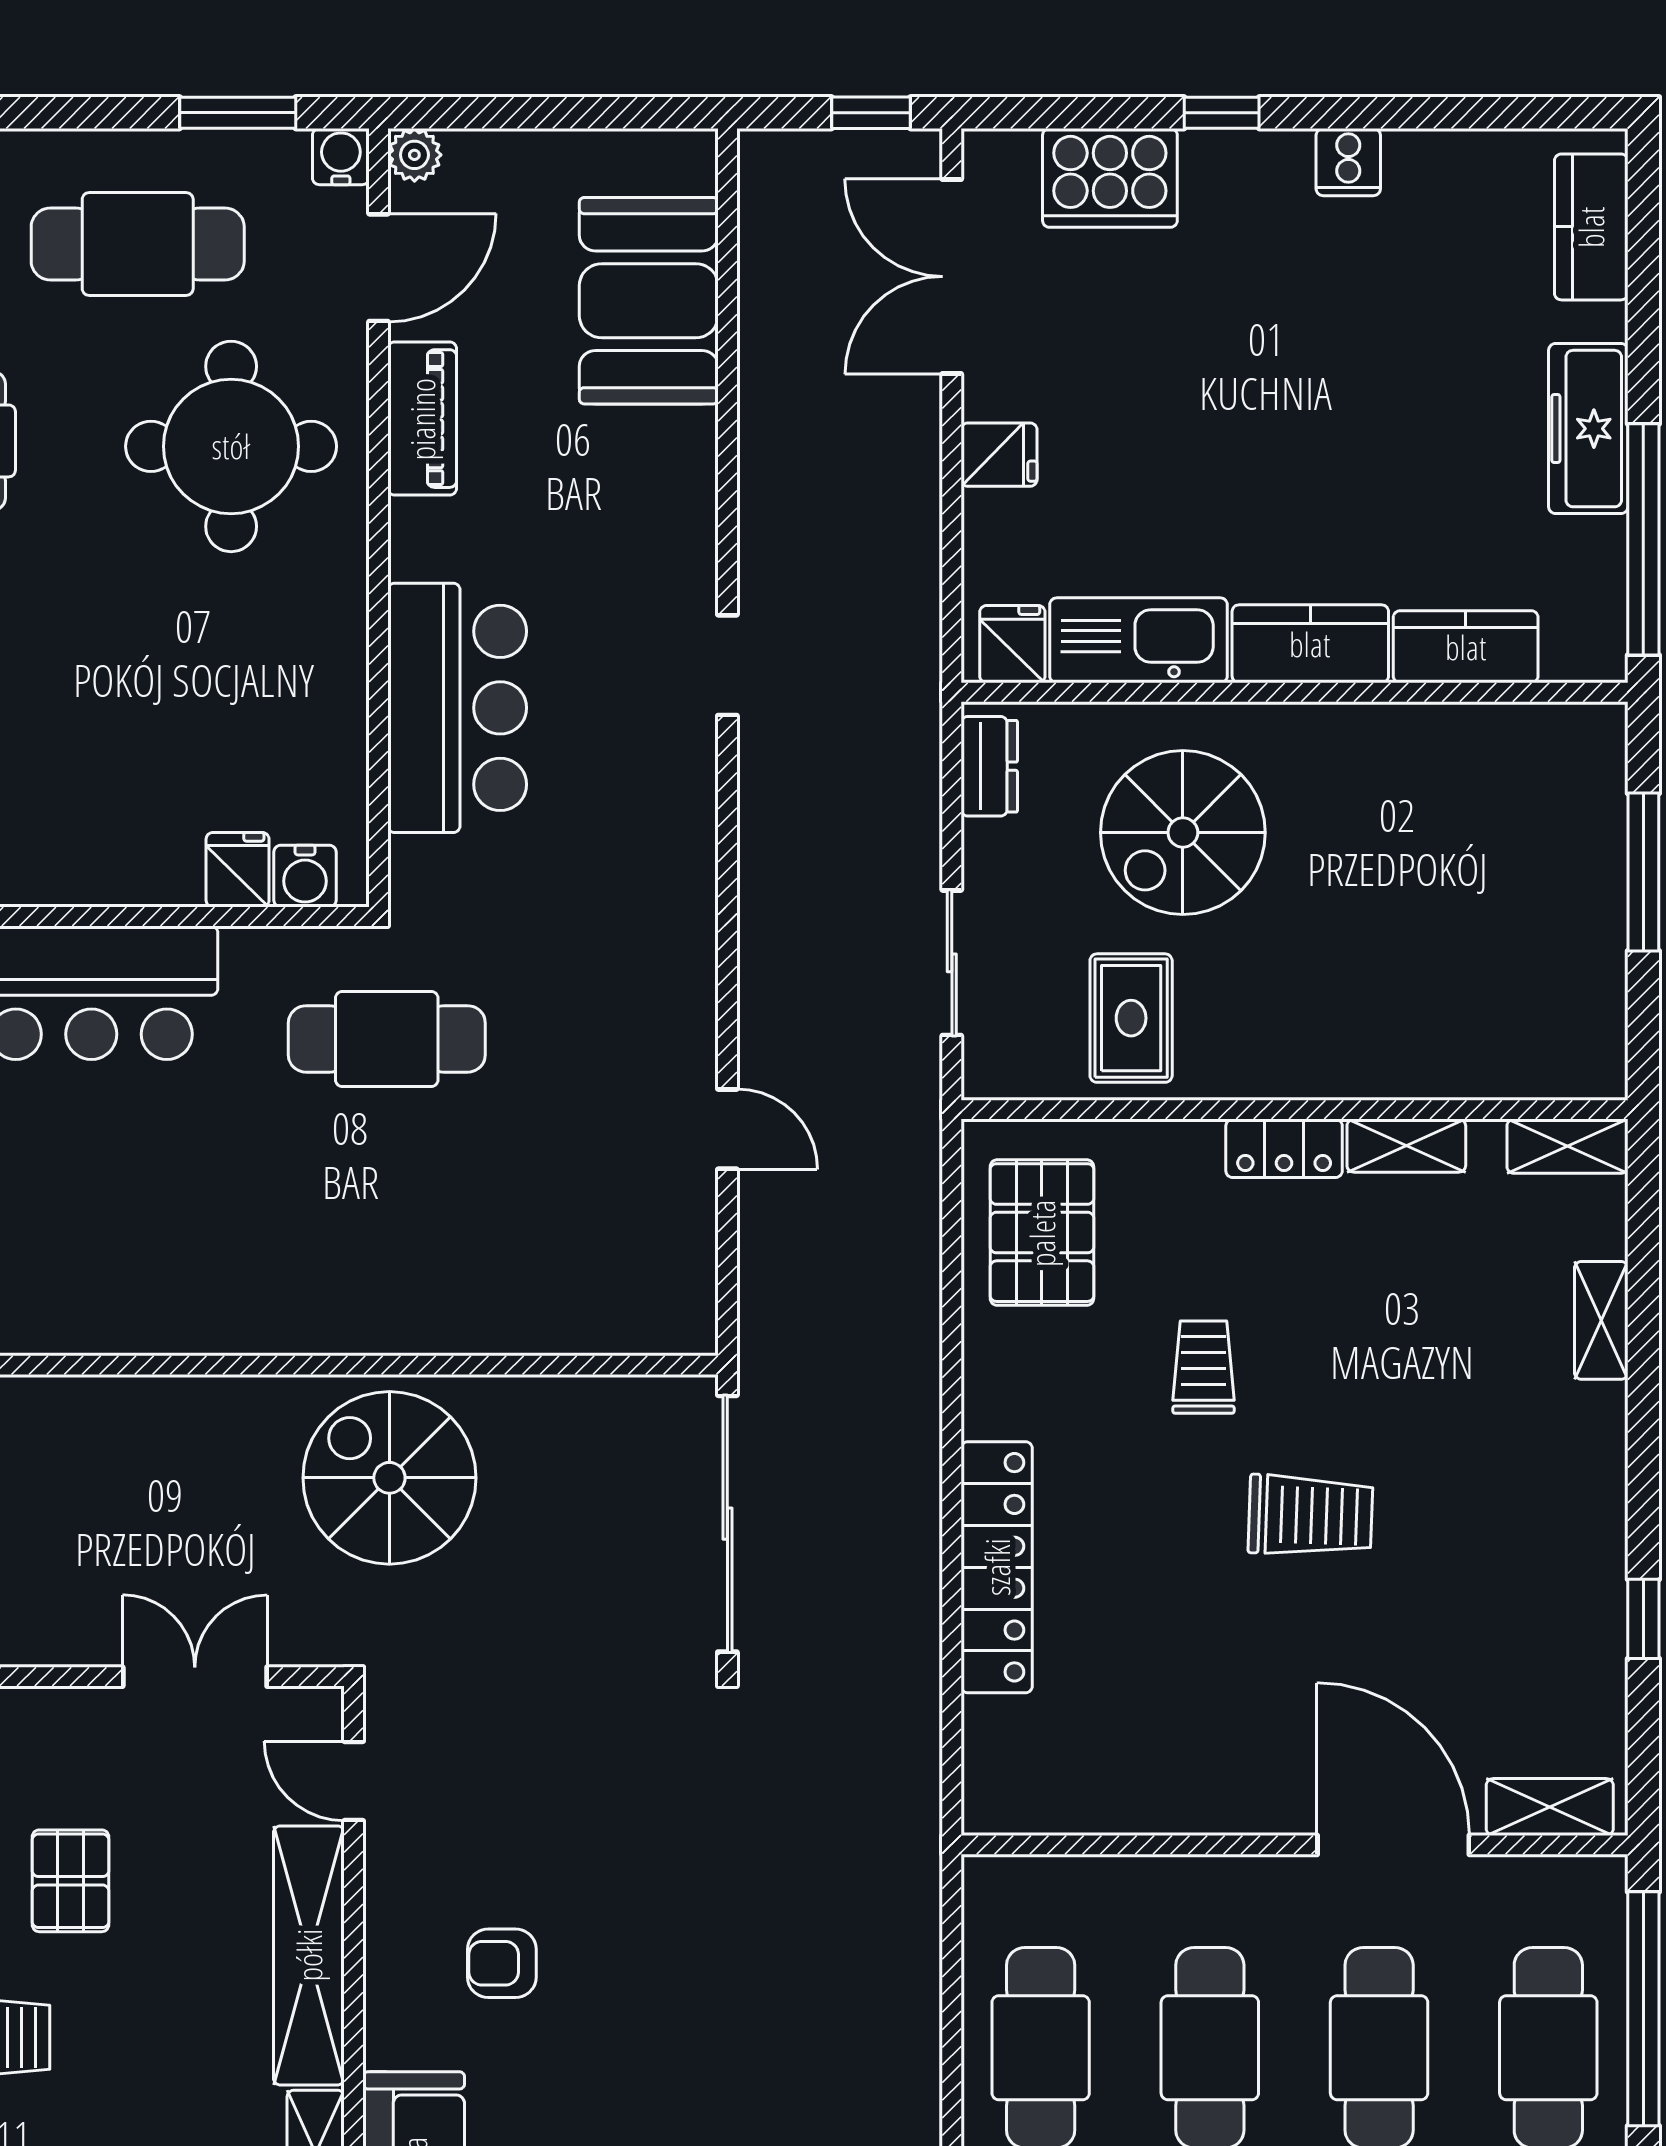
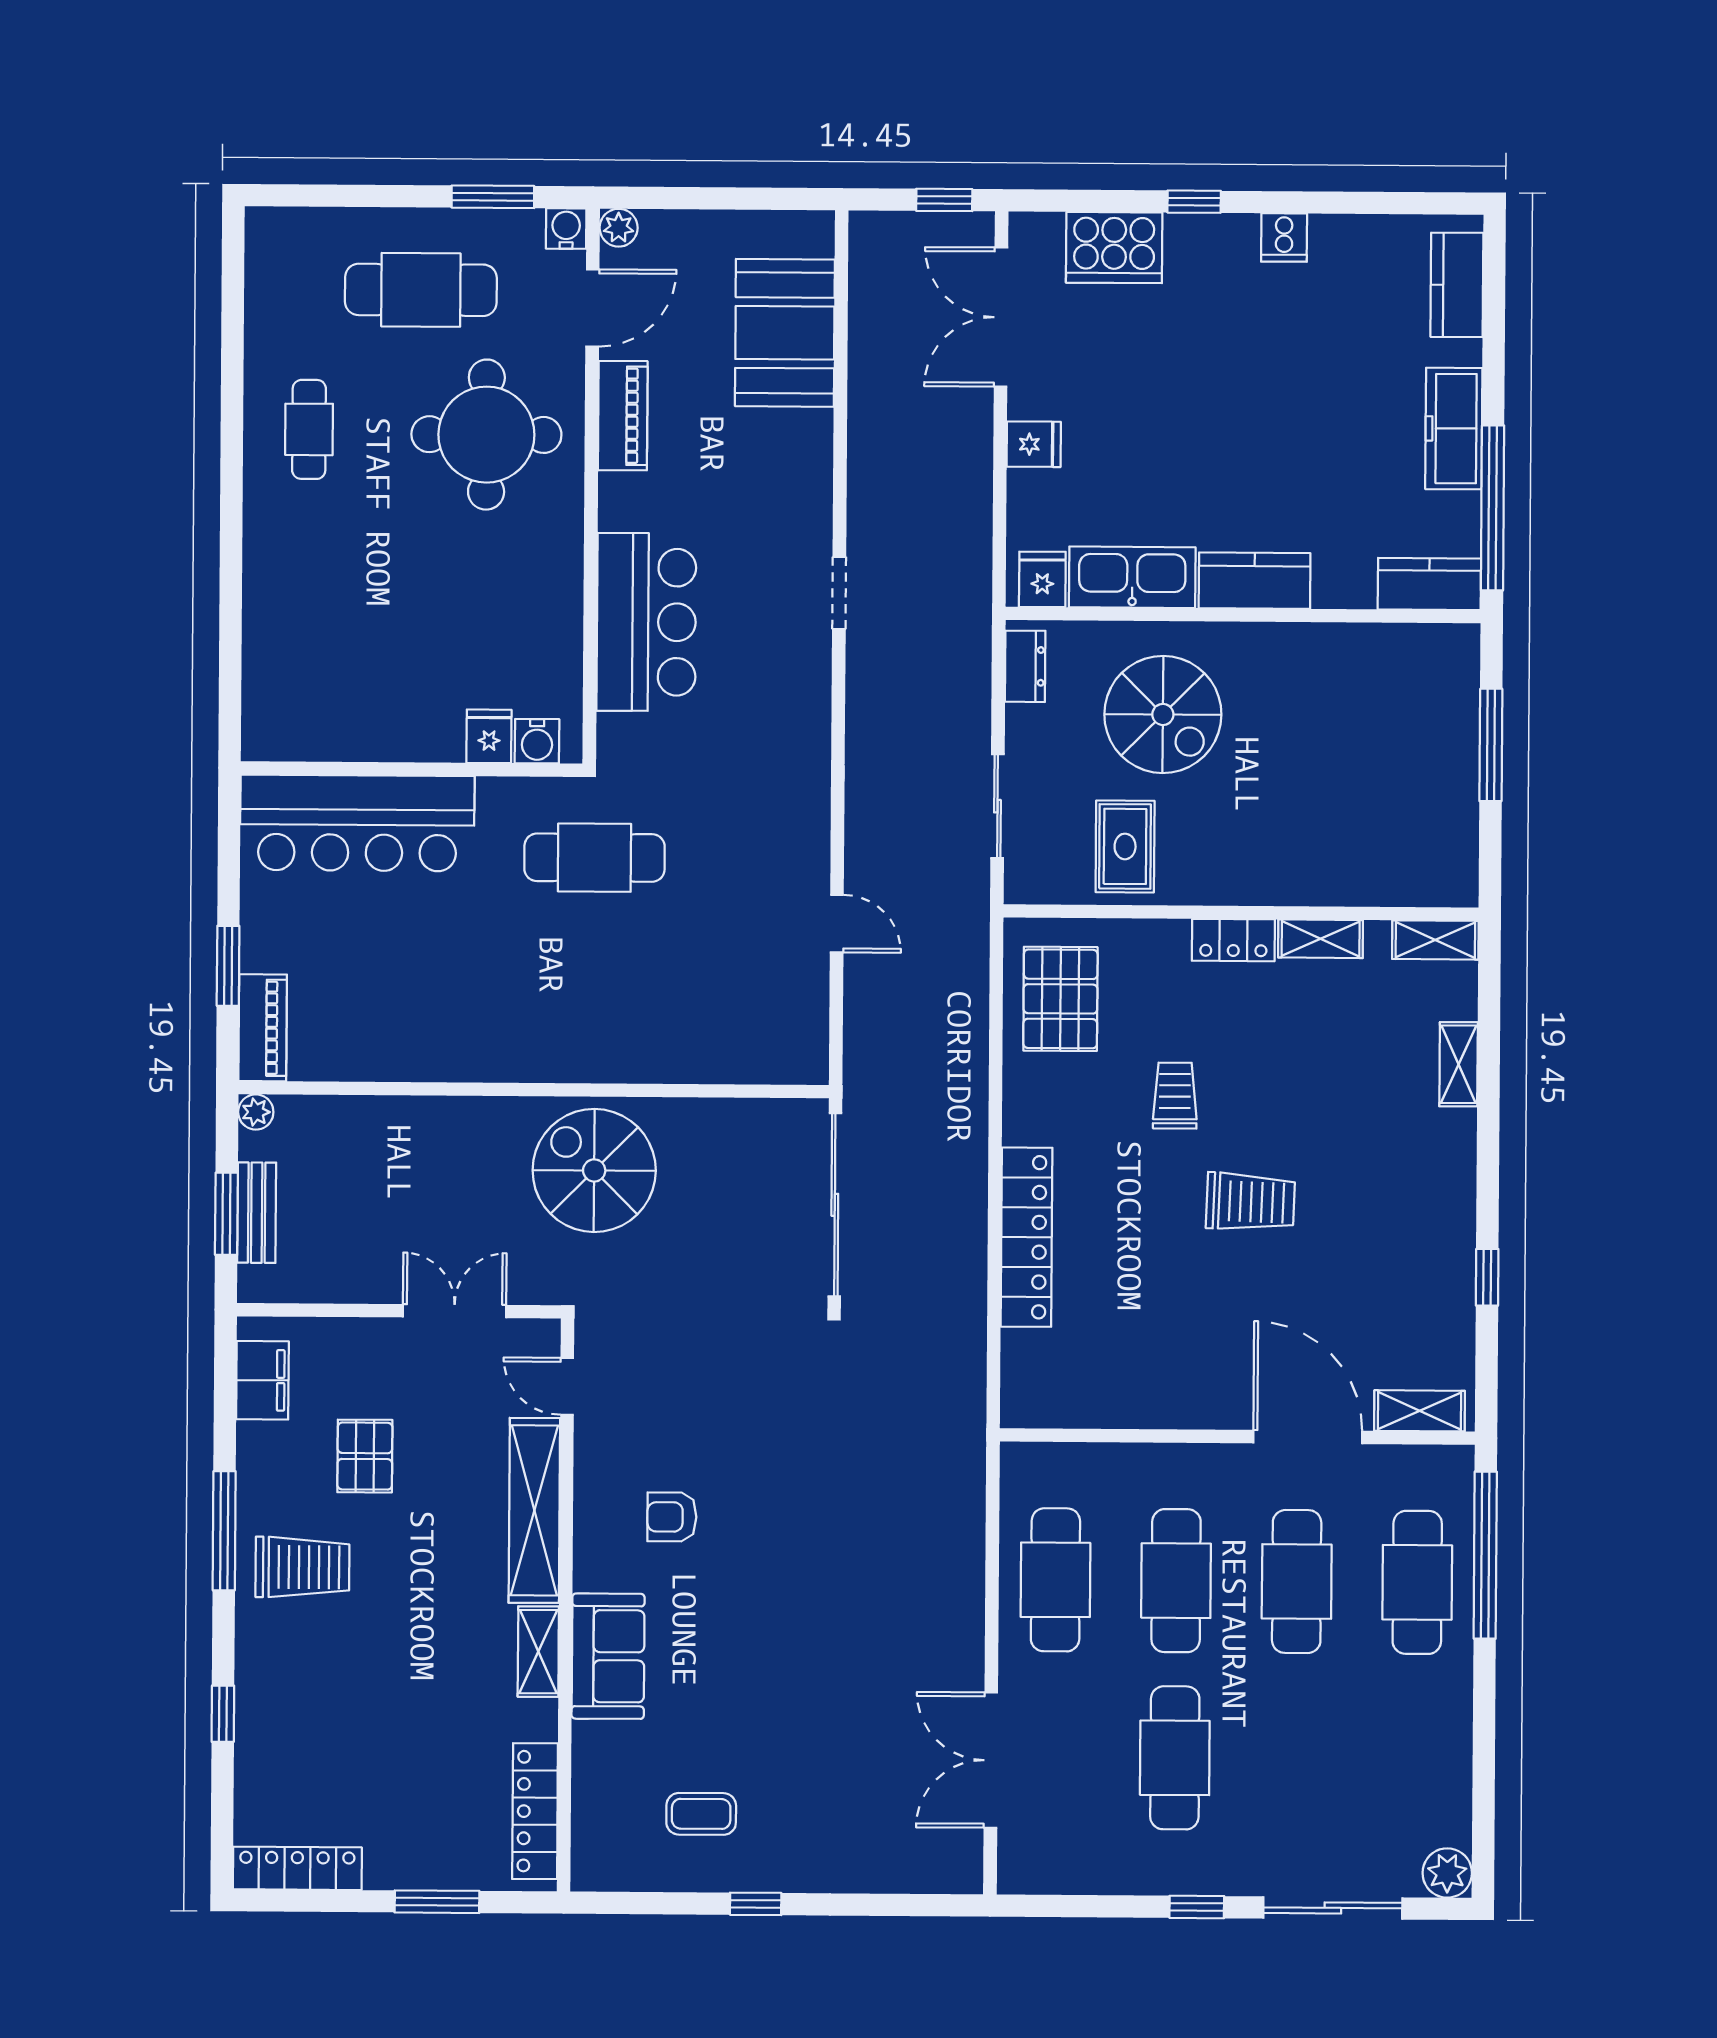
kitchen counter: (1466, 647) -> (1429, 584), moved
spiral stairs: (1183, 833) -> (1163, 714), turned -90

